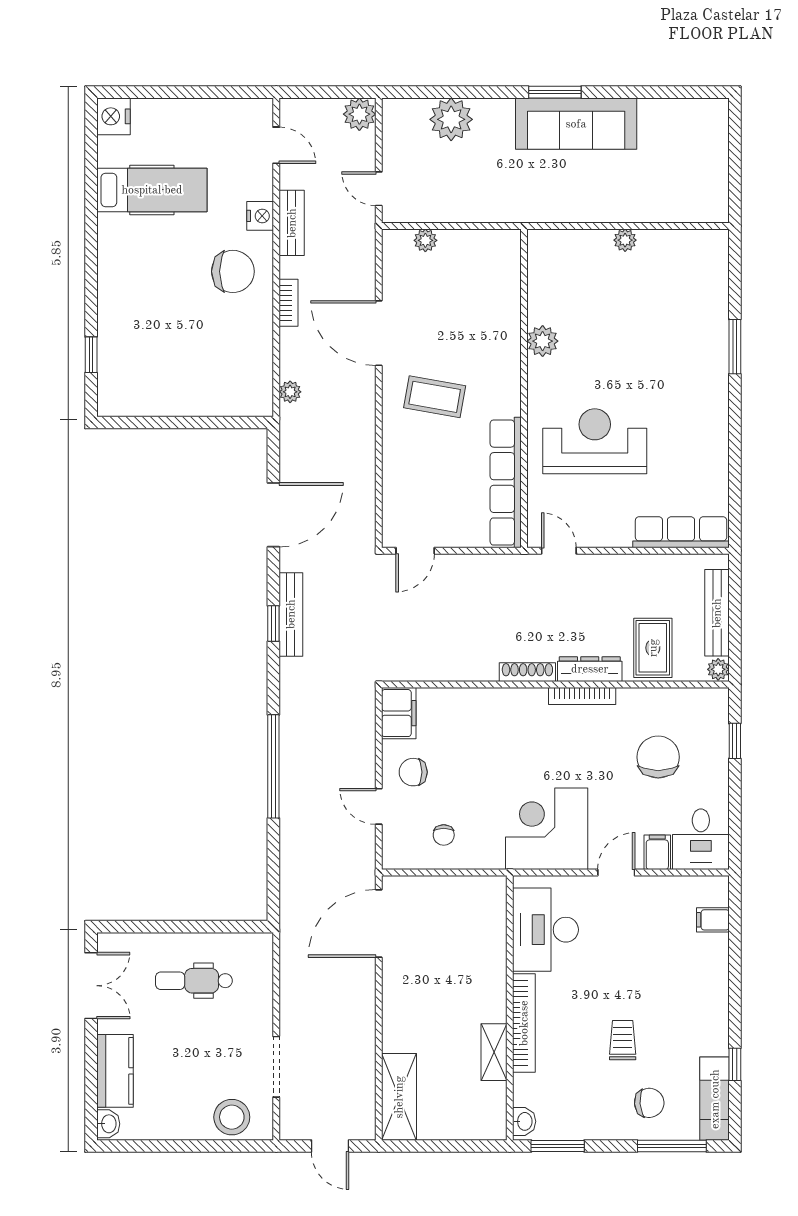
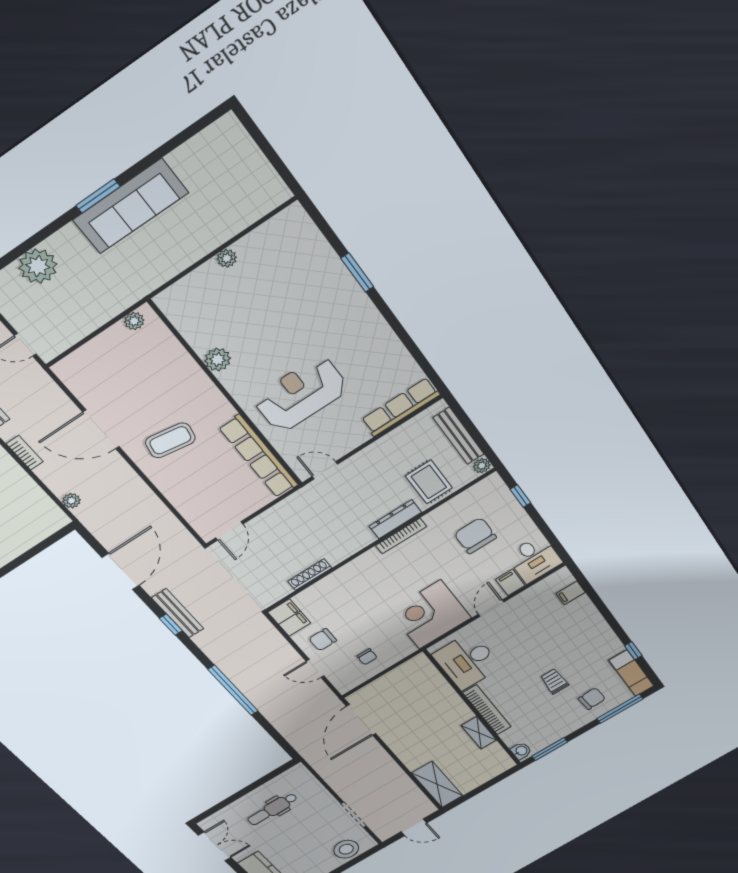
plant: (425, 240) -> (134, 321), moved
shoe rack: (527, 672) -> (310, 575), moved

